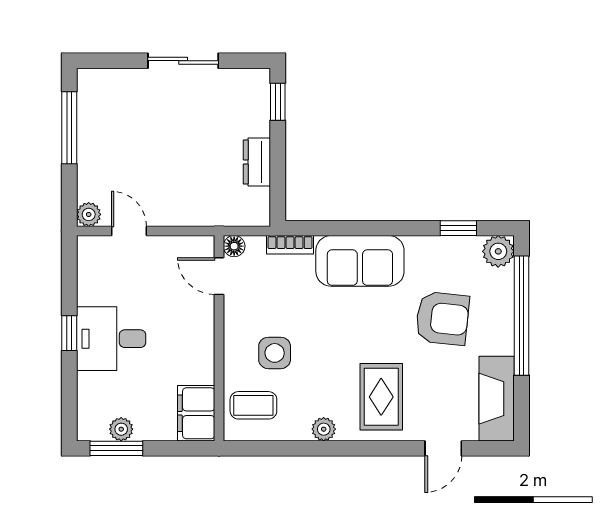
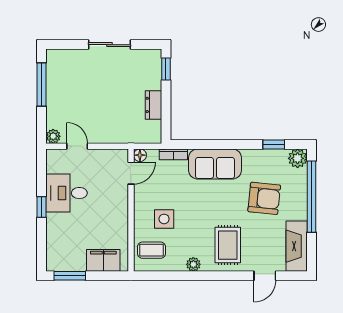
door: (219, 276) -> (131, 173), swing flipped
desk: (111, 339) -> (67, 193), moved
filing cabinet: (196, 413) -> (103, 260), moved, turned 90
plant: (121, 429) -> (73, 264), removed

